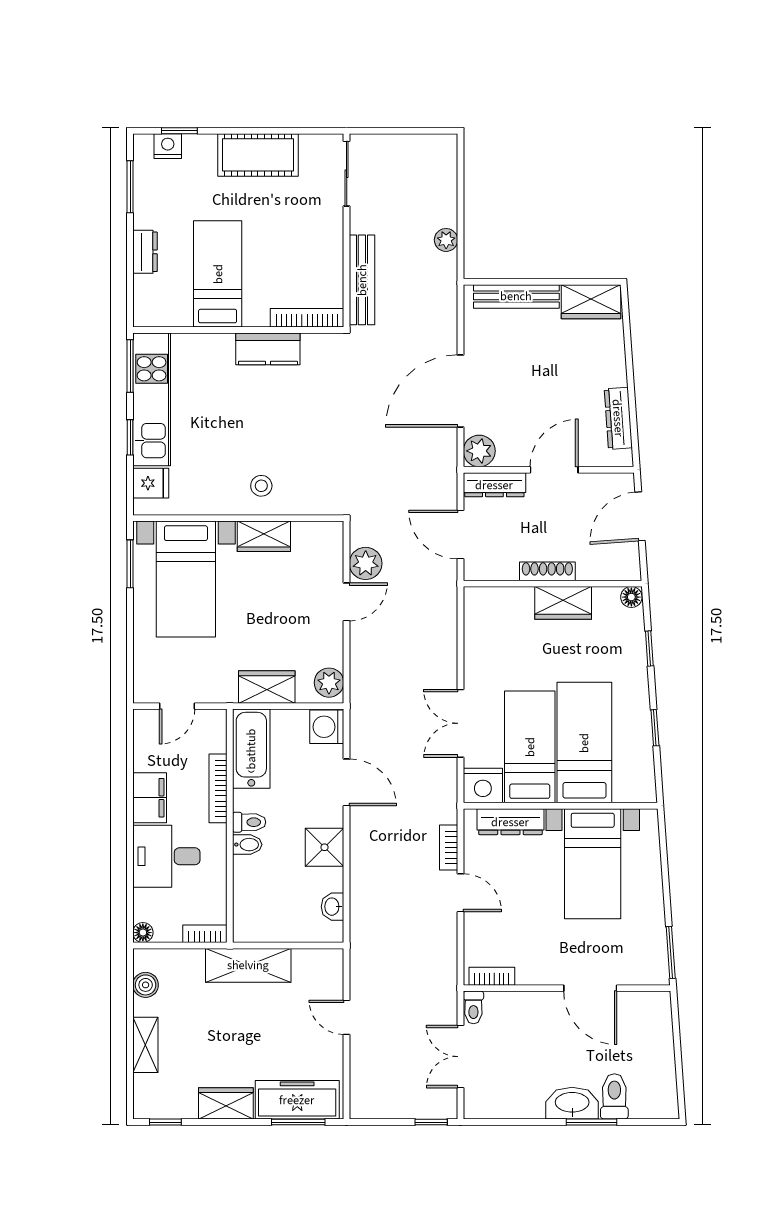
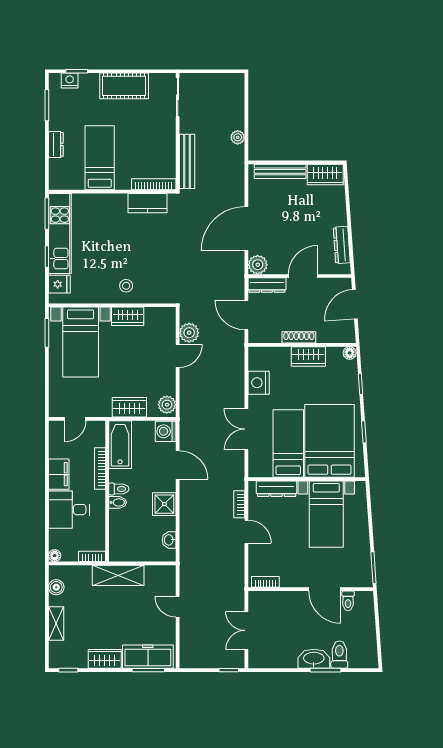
kitchen counter: (268, 349) -> (147, 203), moved
bed: (584, 743) -> (329, 441), width x1.50
nightstand: (483, 786) -> (259, 383), moved, turned 90
toilet: (473, 1007) -> (348, 601), moved

